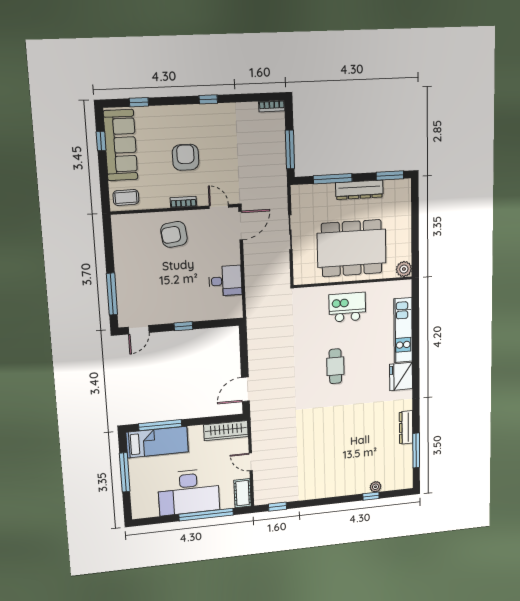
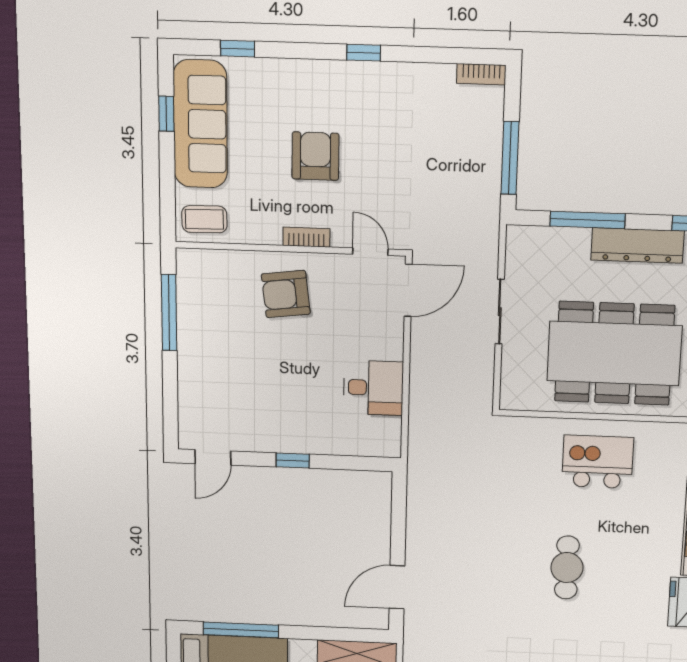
window: (112, 294) -> (169, 313), moved

